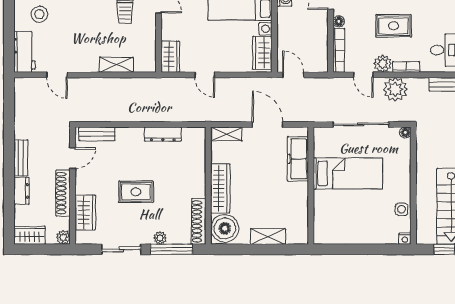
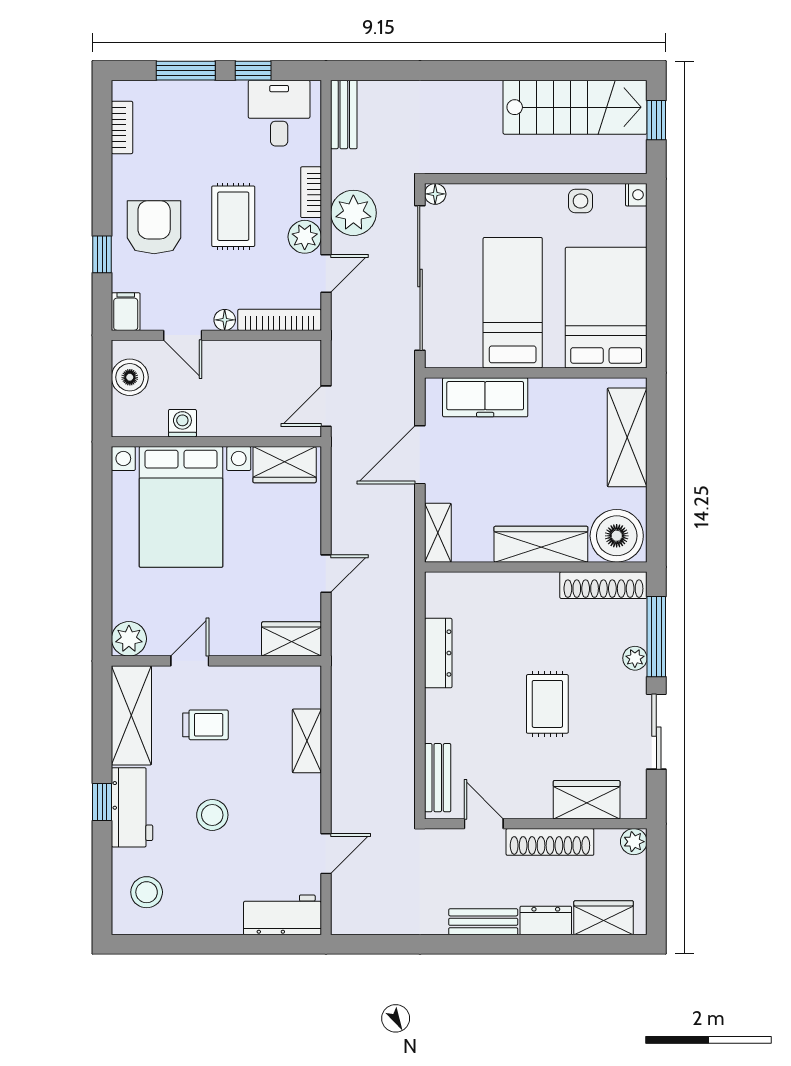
stool: (39, 14) -> (212, 815), moved
sliding door: (361, 124) -> (420, 278), width x1.36
bed: (345, 223) -> (606, 308), added
wardrobe: (30, 235) -> (604, 918), moved, turned 90
shelving: (268, 237) -> (627, 437), width x1.50, depth x1.33

